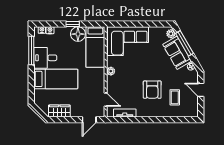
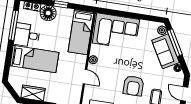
floor lamp: (78, 34) -> (48, 13), moved
door: (106, 100) -> (85, 77), moved

